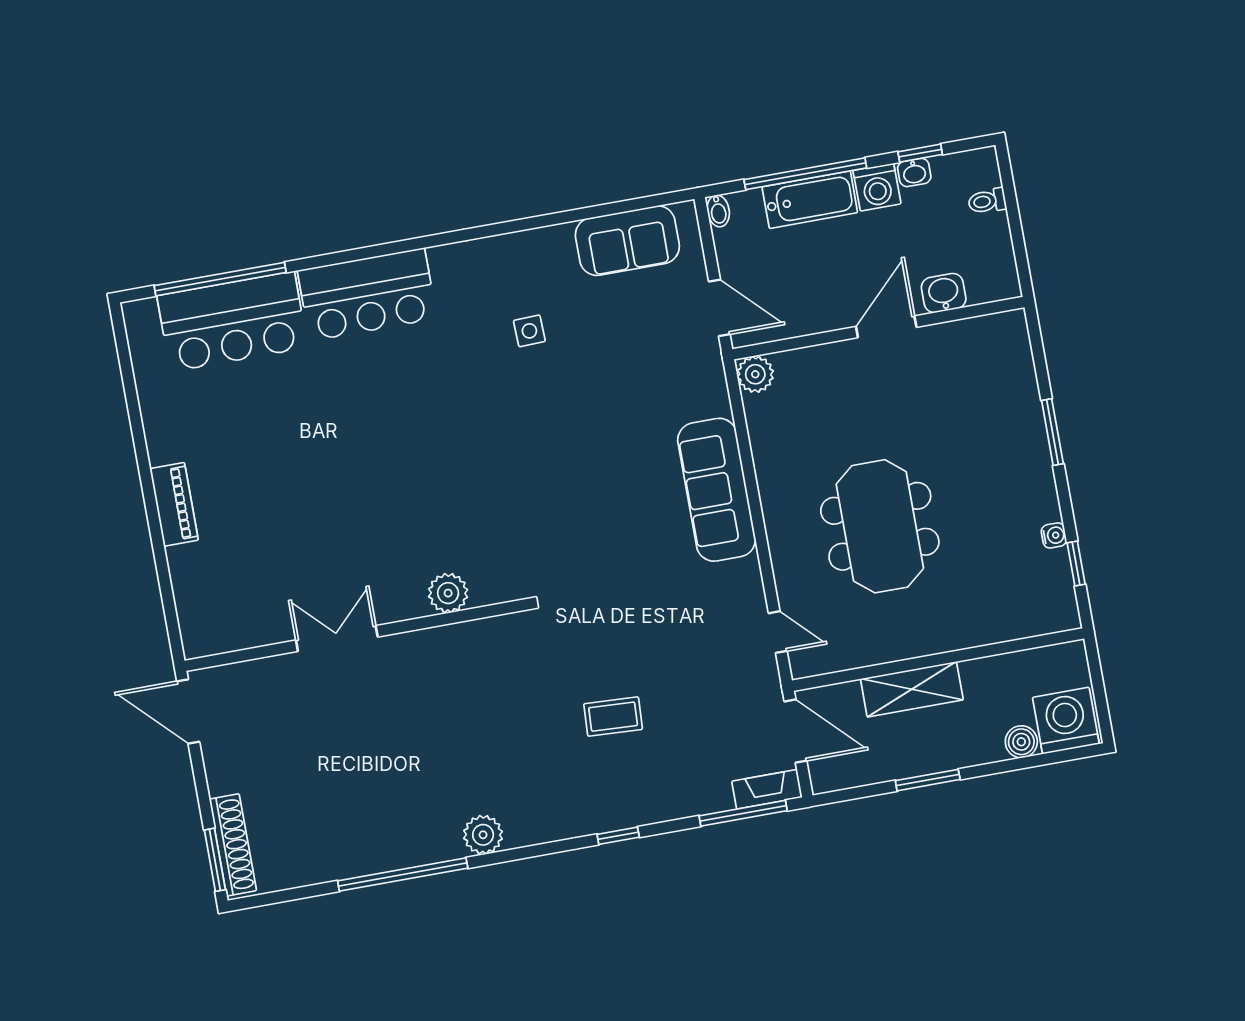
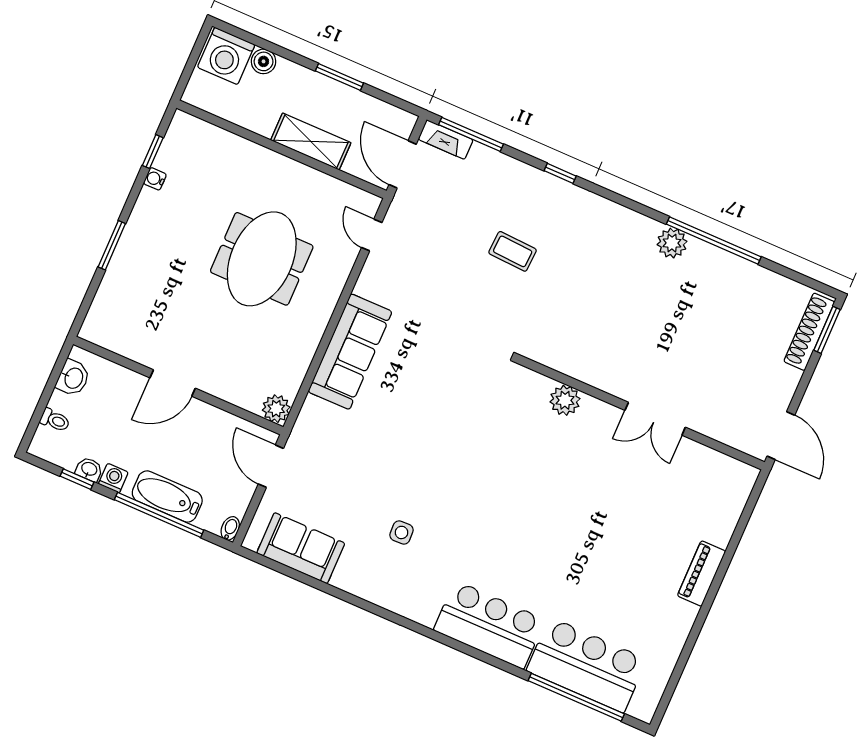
washing machine: (877, 187) -> (113, 478), width x0.73, depth x0.73
washbasin: (944, 293) -> (73, 378), moved, turned -90
plant: (483, 835) -> (672, 243), moved

